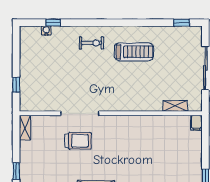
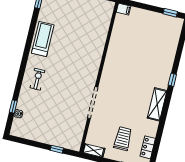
treadmill: (134, 52) -> (43, 39), moved
shelving: (175, 106) -> (106, 23), removed
trolley: (78, 141) -> (123, 139), moved

